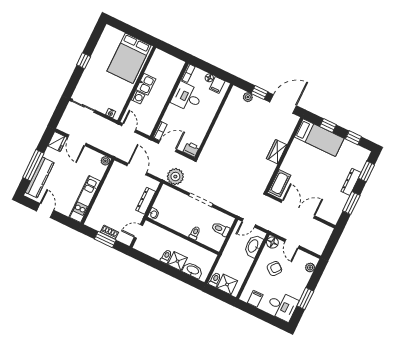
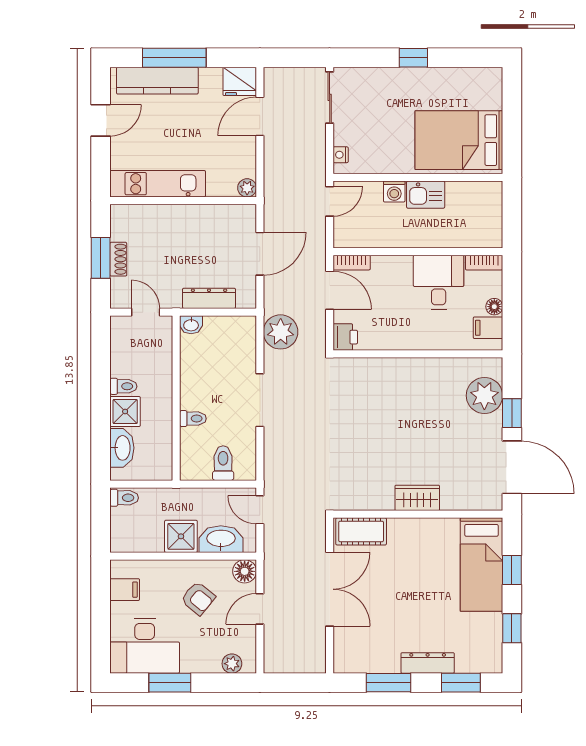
plant: (248, 97) -> (484, 396), width x1.87, depth x1.87
shower: (227, 284) -> (181, 536), moved
desk: (282, 306) -> (145, 646), width x1.37

